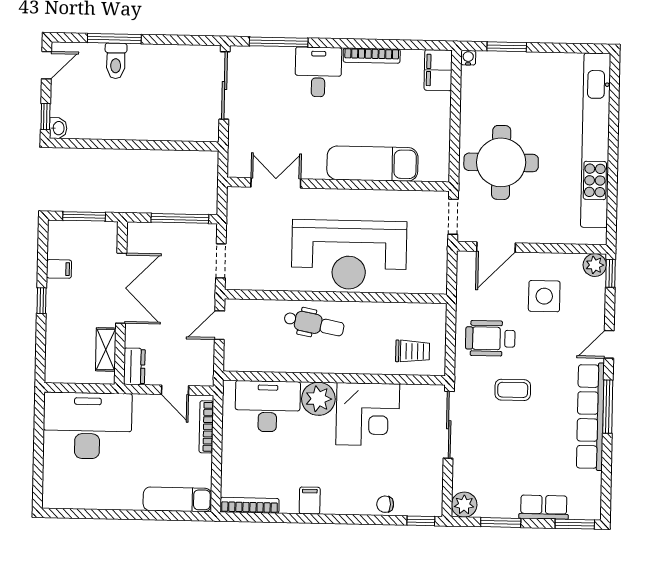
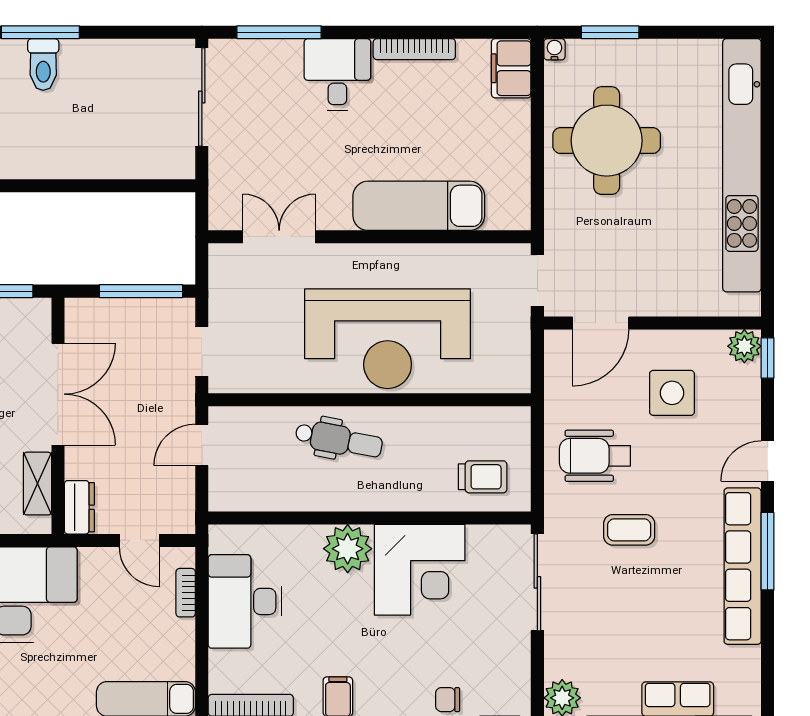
round table: (501, 162) -> (607, 141), moved
desk: (268, 406) -> (245, 601), moved, turned -90
bookcase: (206, 427) -> (186, 593), width x0.64

